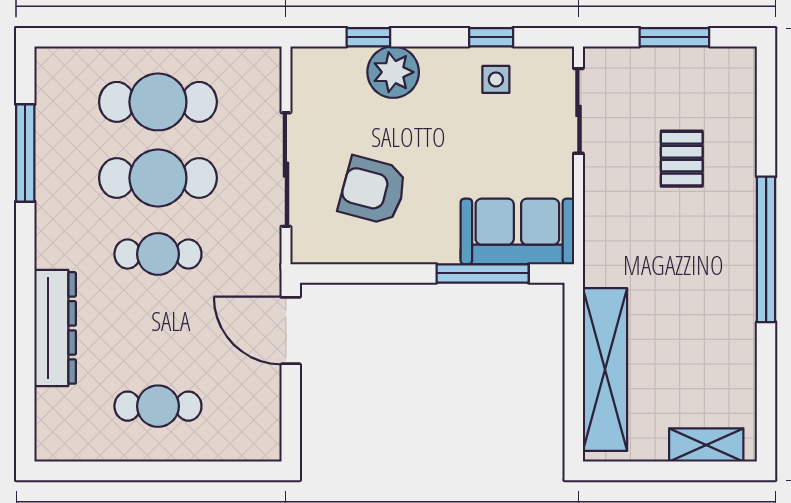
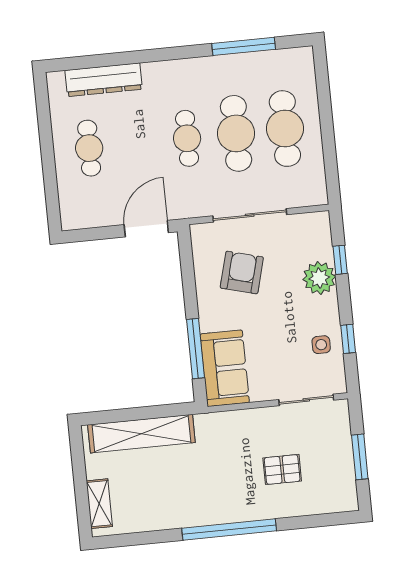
dresser: (55, 328) -> (104, 80), moved

